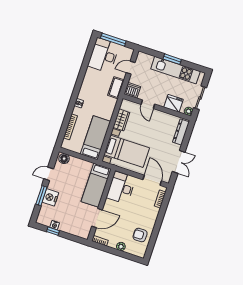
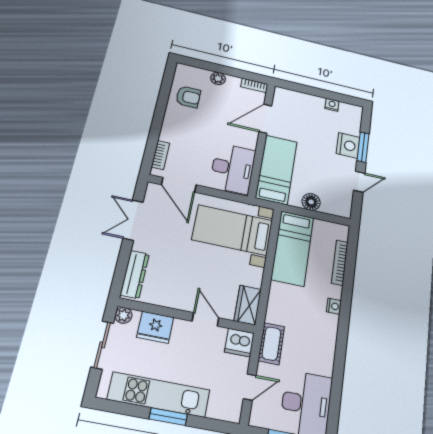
wardrobe: (121, 120) -> (248, 305), moved
floor lamp: (64, 159) -> (311, 202), moved
window: (53, 231) -> (333, 96), removed

